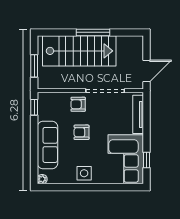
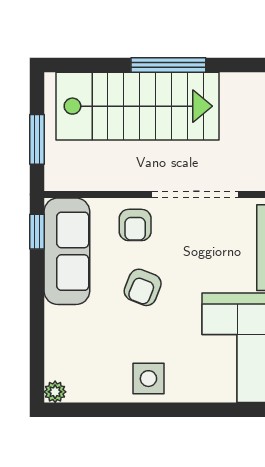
armchair: (78, 104) -> (135, 225), turned -90
armchair: (82, 132) -> (143, 287), turned -68
sofa: (47, 145) -> (67, 251), moved

